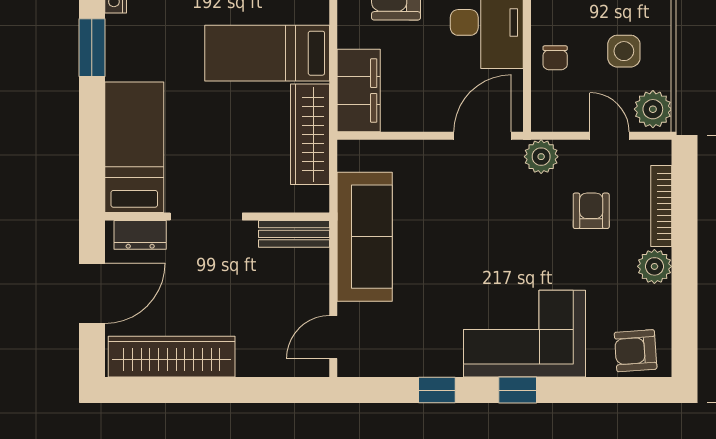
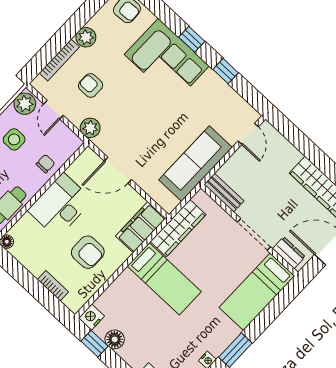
door: (483, 136) -> (118, 170), moved
armchair: (591, 211) -> (91, 85), turned 90
door: (333, 337) -> (248, 134), hinge flipped

